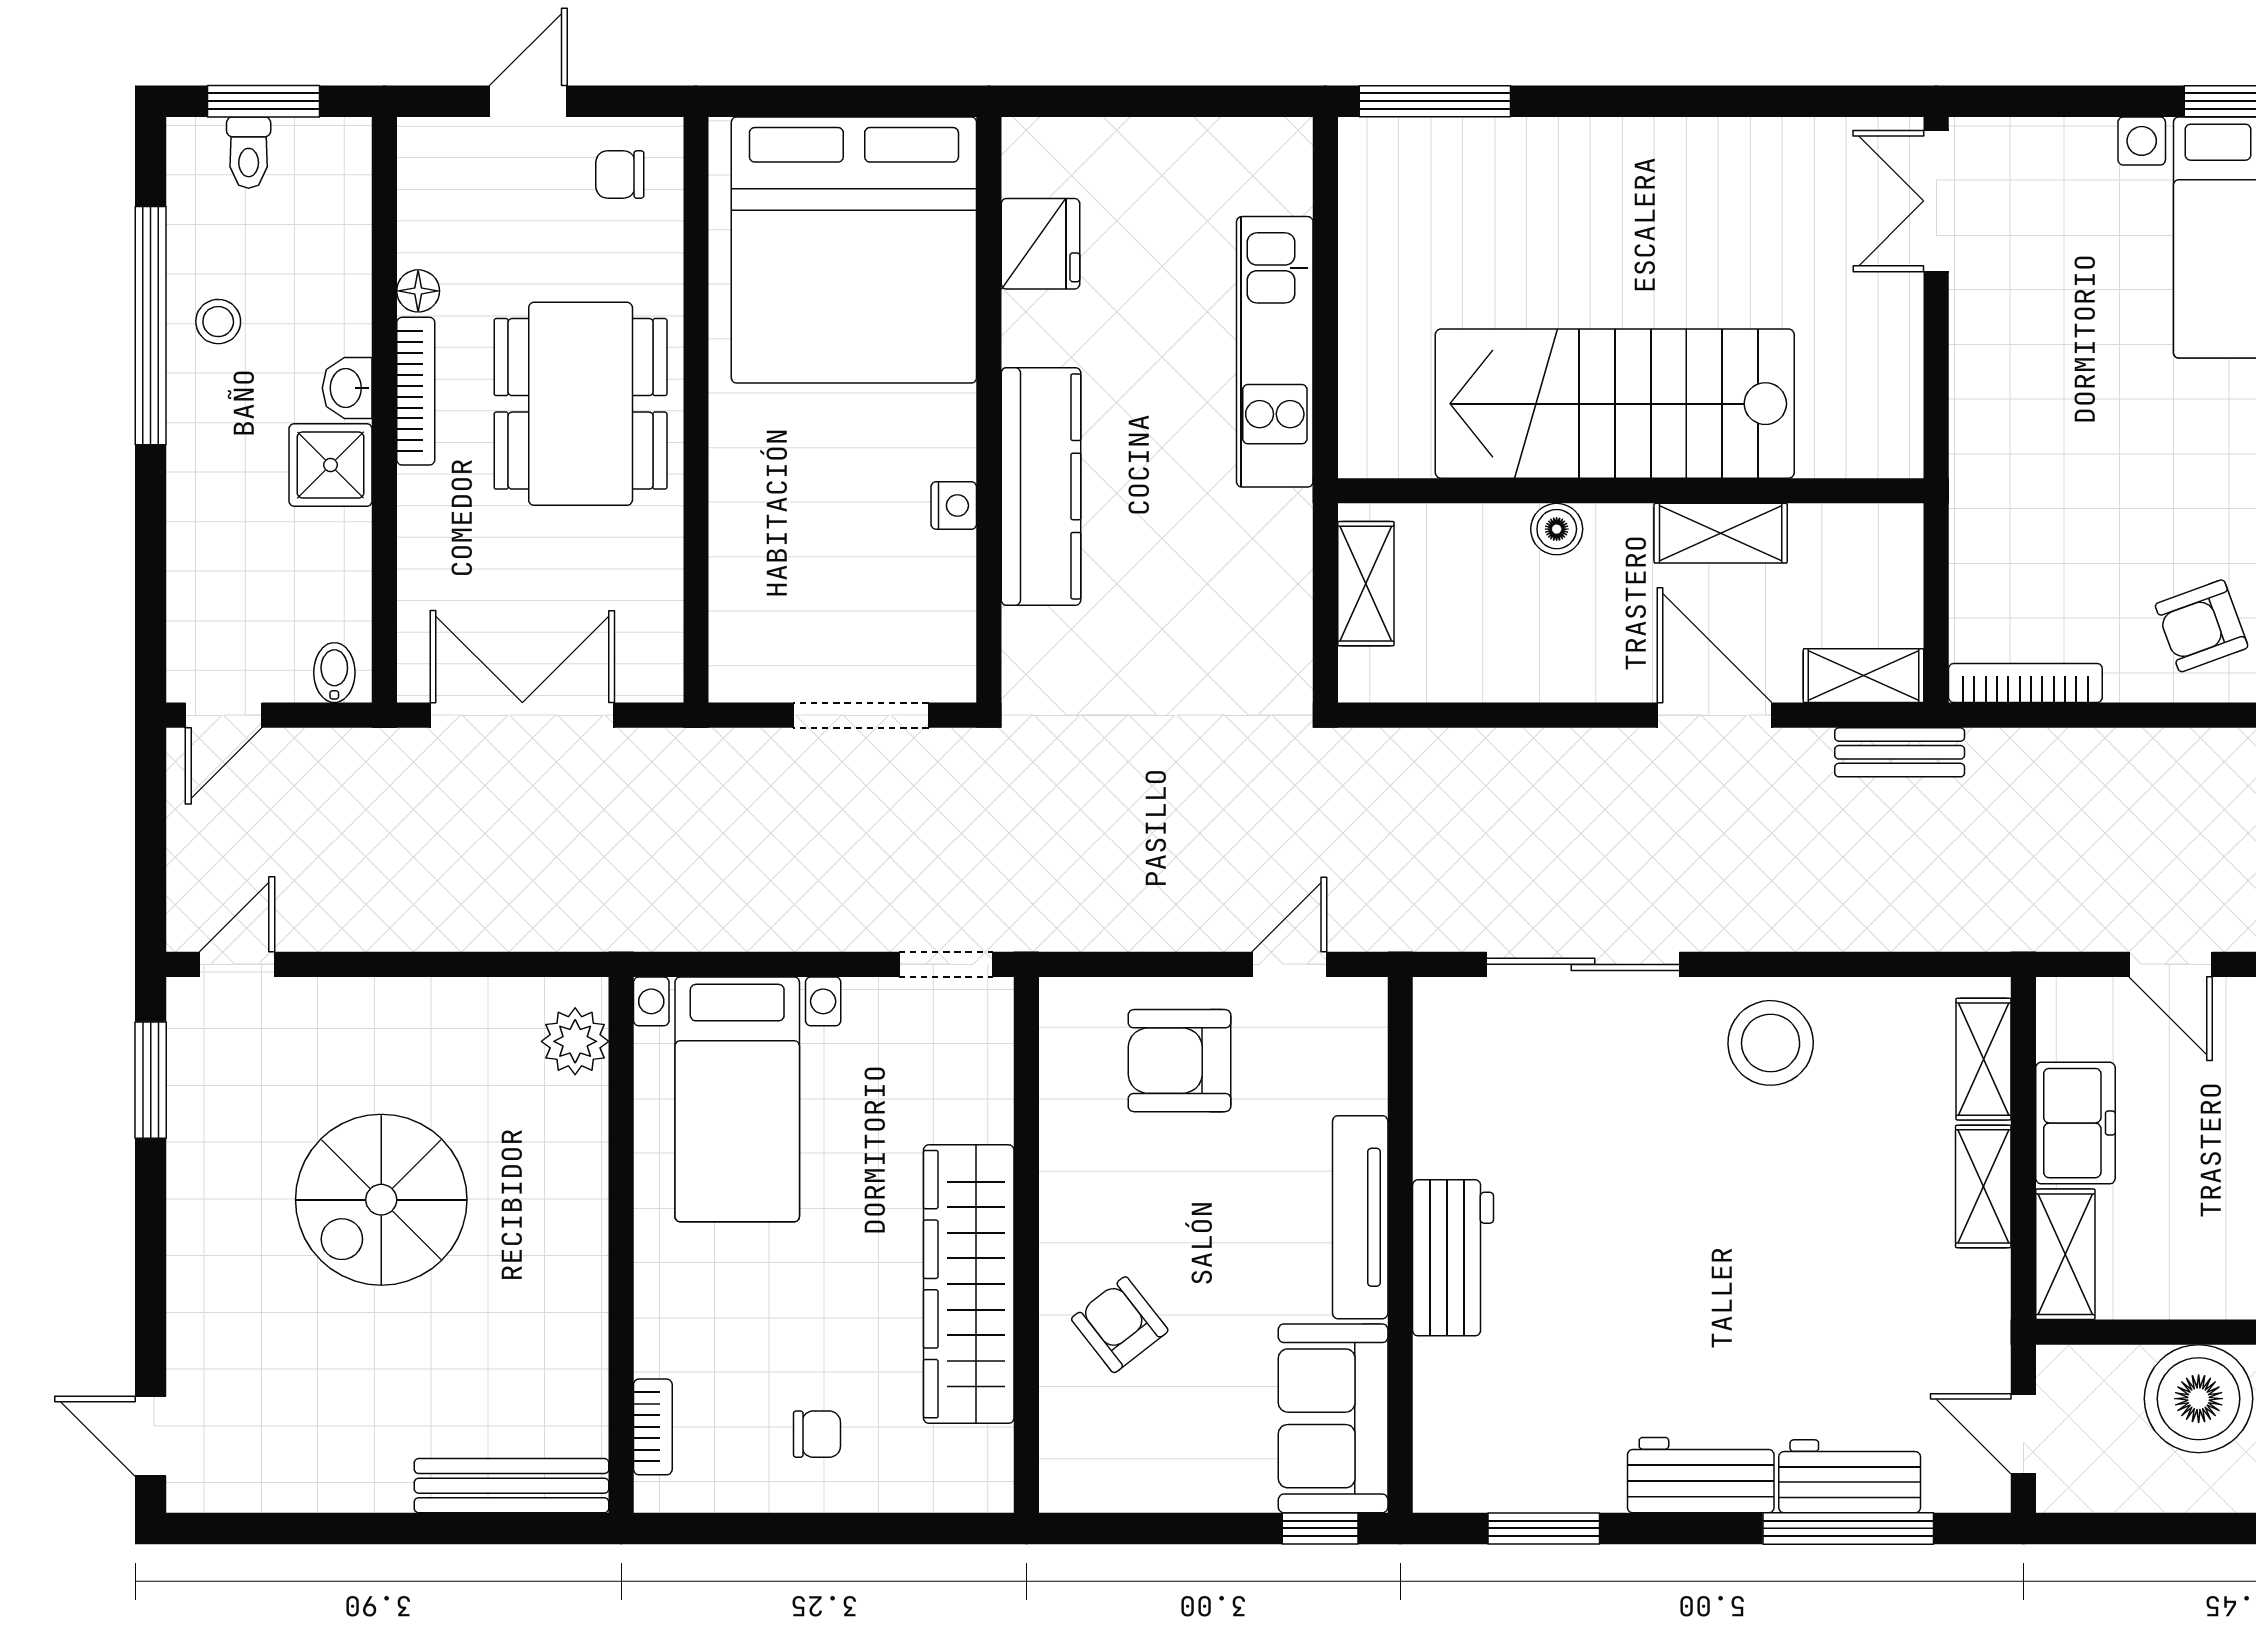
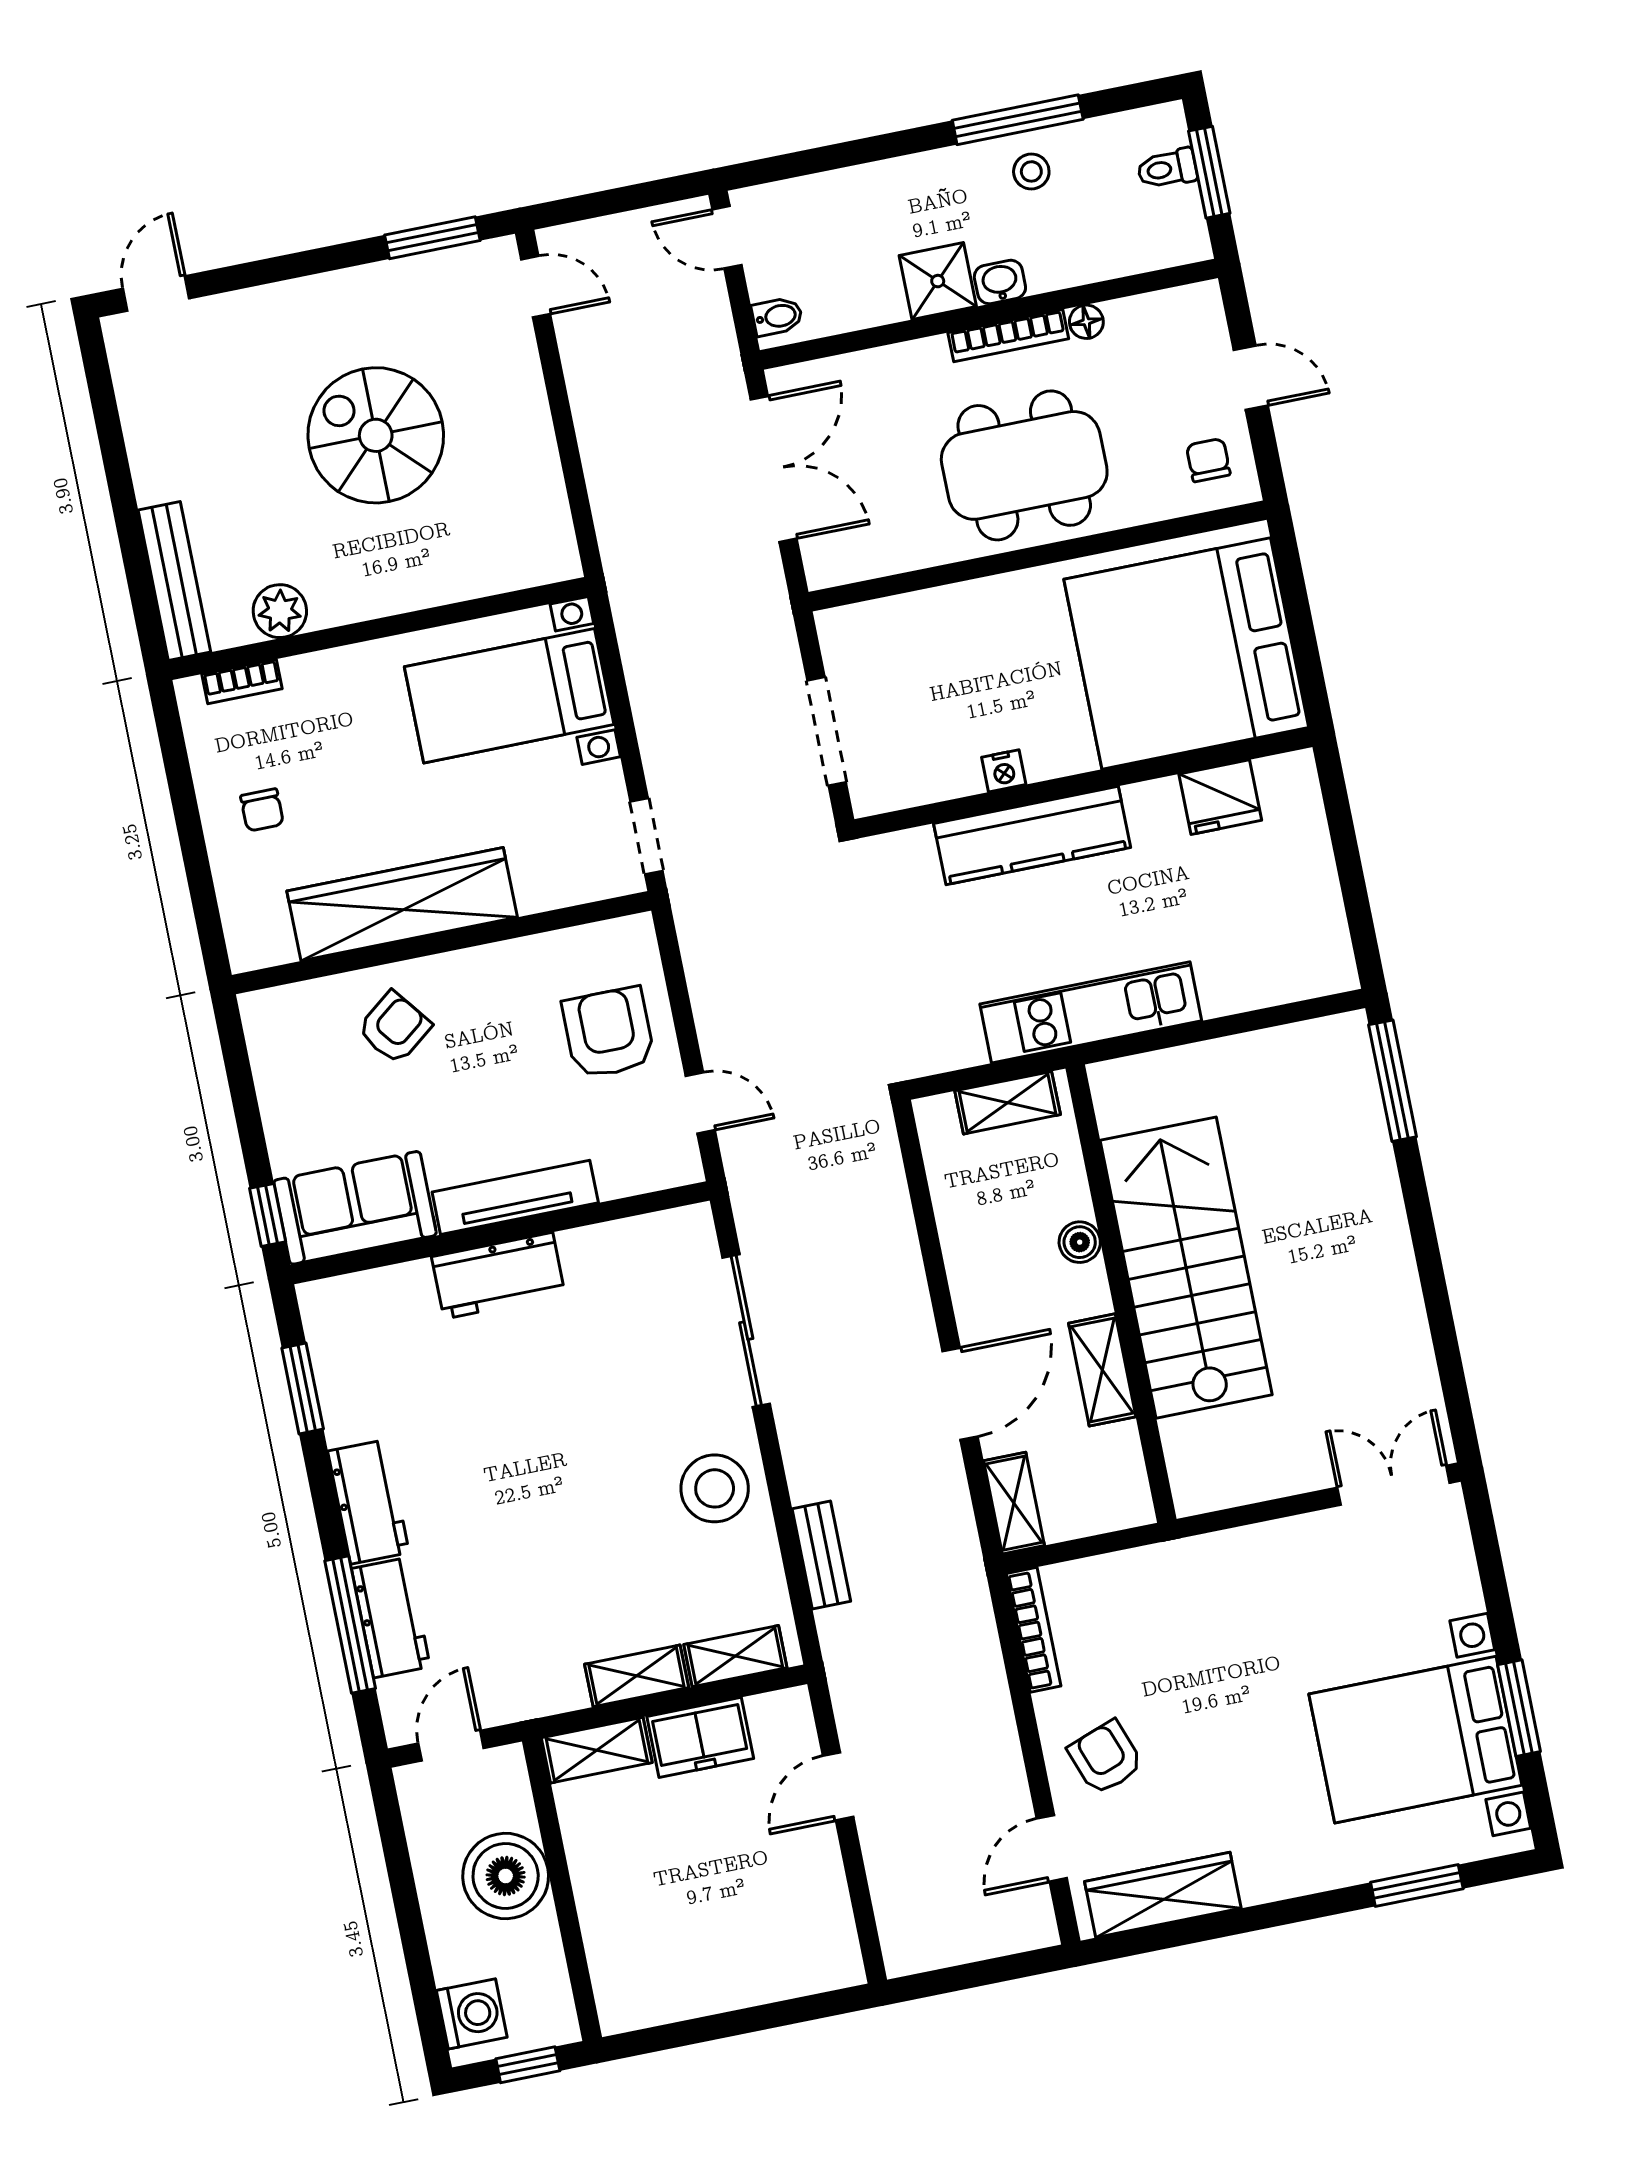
window: (151, 326) -> (1018, 120), width x0.68
kitchen unit: (1275, 352) -> (1091, 1012), moved
bench: (1900, 752) -> (821, 1555), moved
plant: (575, 1041) -> (280, 611), moved

